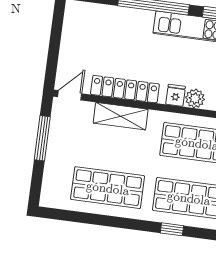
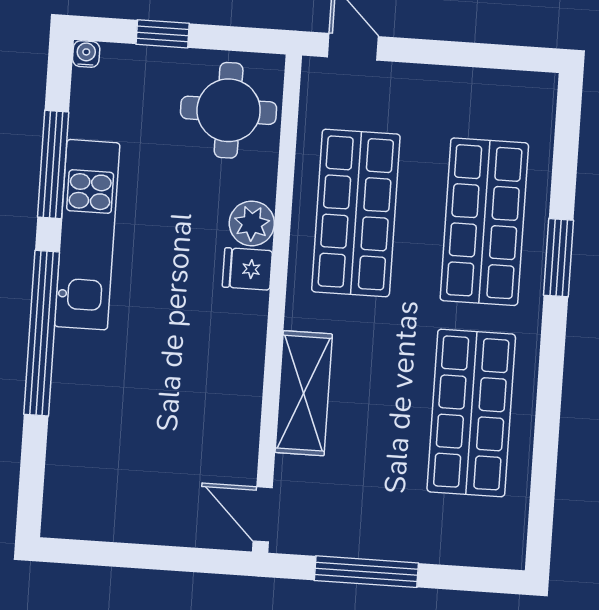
locker: (125, 89) -> (240, 387), removed
window: (172, 229) -> (559, 258), width x1.50

